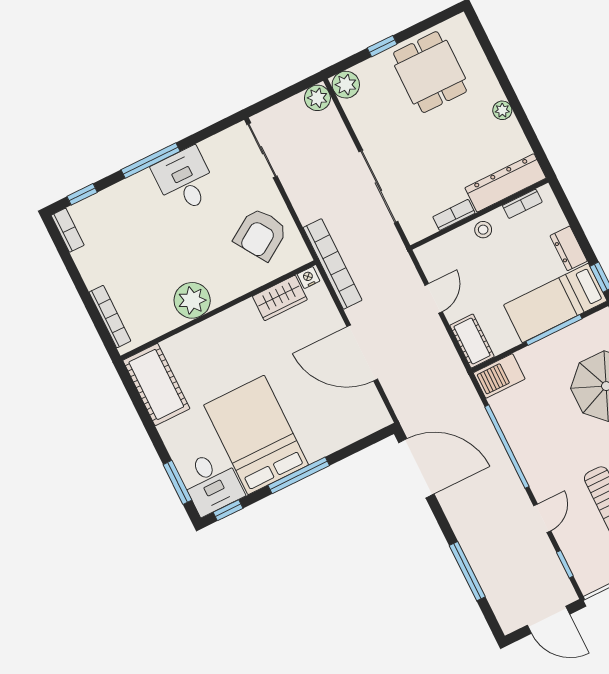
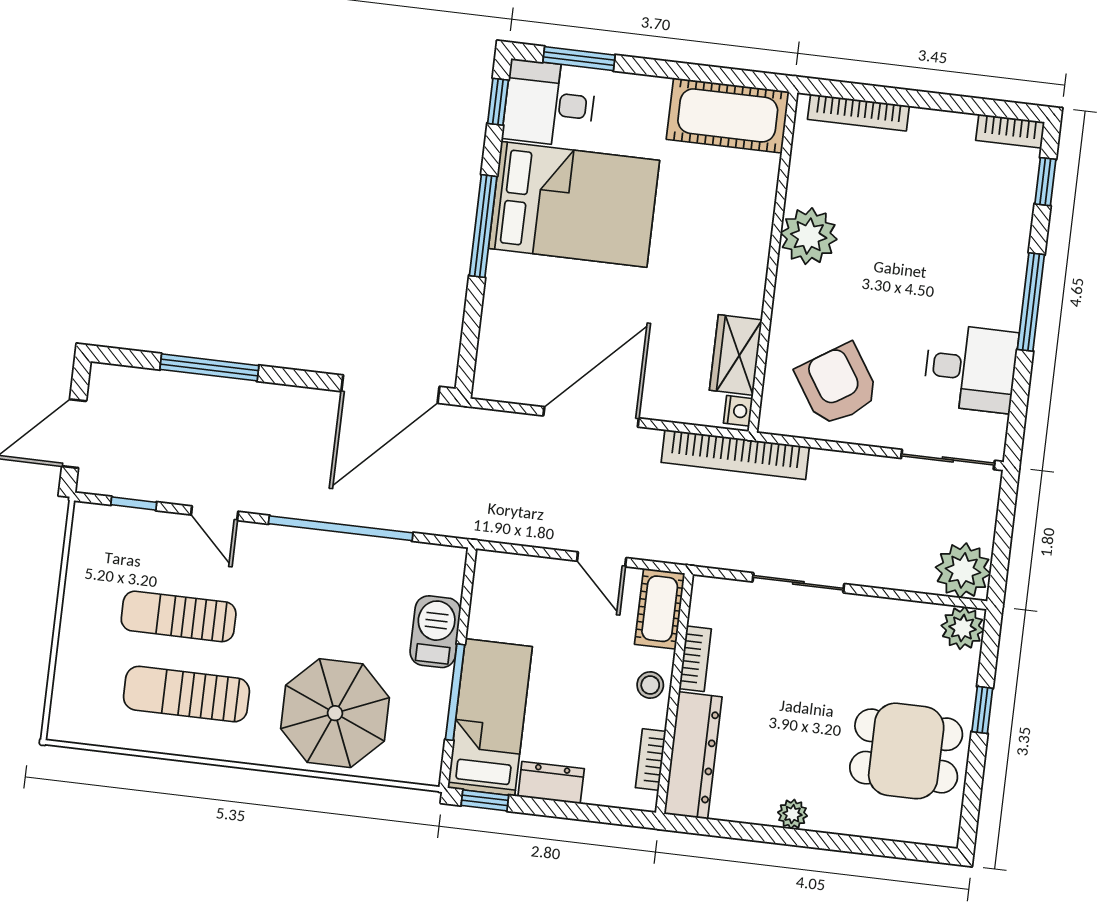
plant: (317, 98) -> (963, 570), width x1.36, depth x1.36
desk: (185, 180) -> (971, 368), moved
sliding door: (378, 187) -> (798, 583), width x0.73
cot: (472, 341) -> (660, 609), moved, turned 90
barbecue: (499, 376) -> (435, 632), moved

